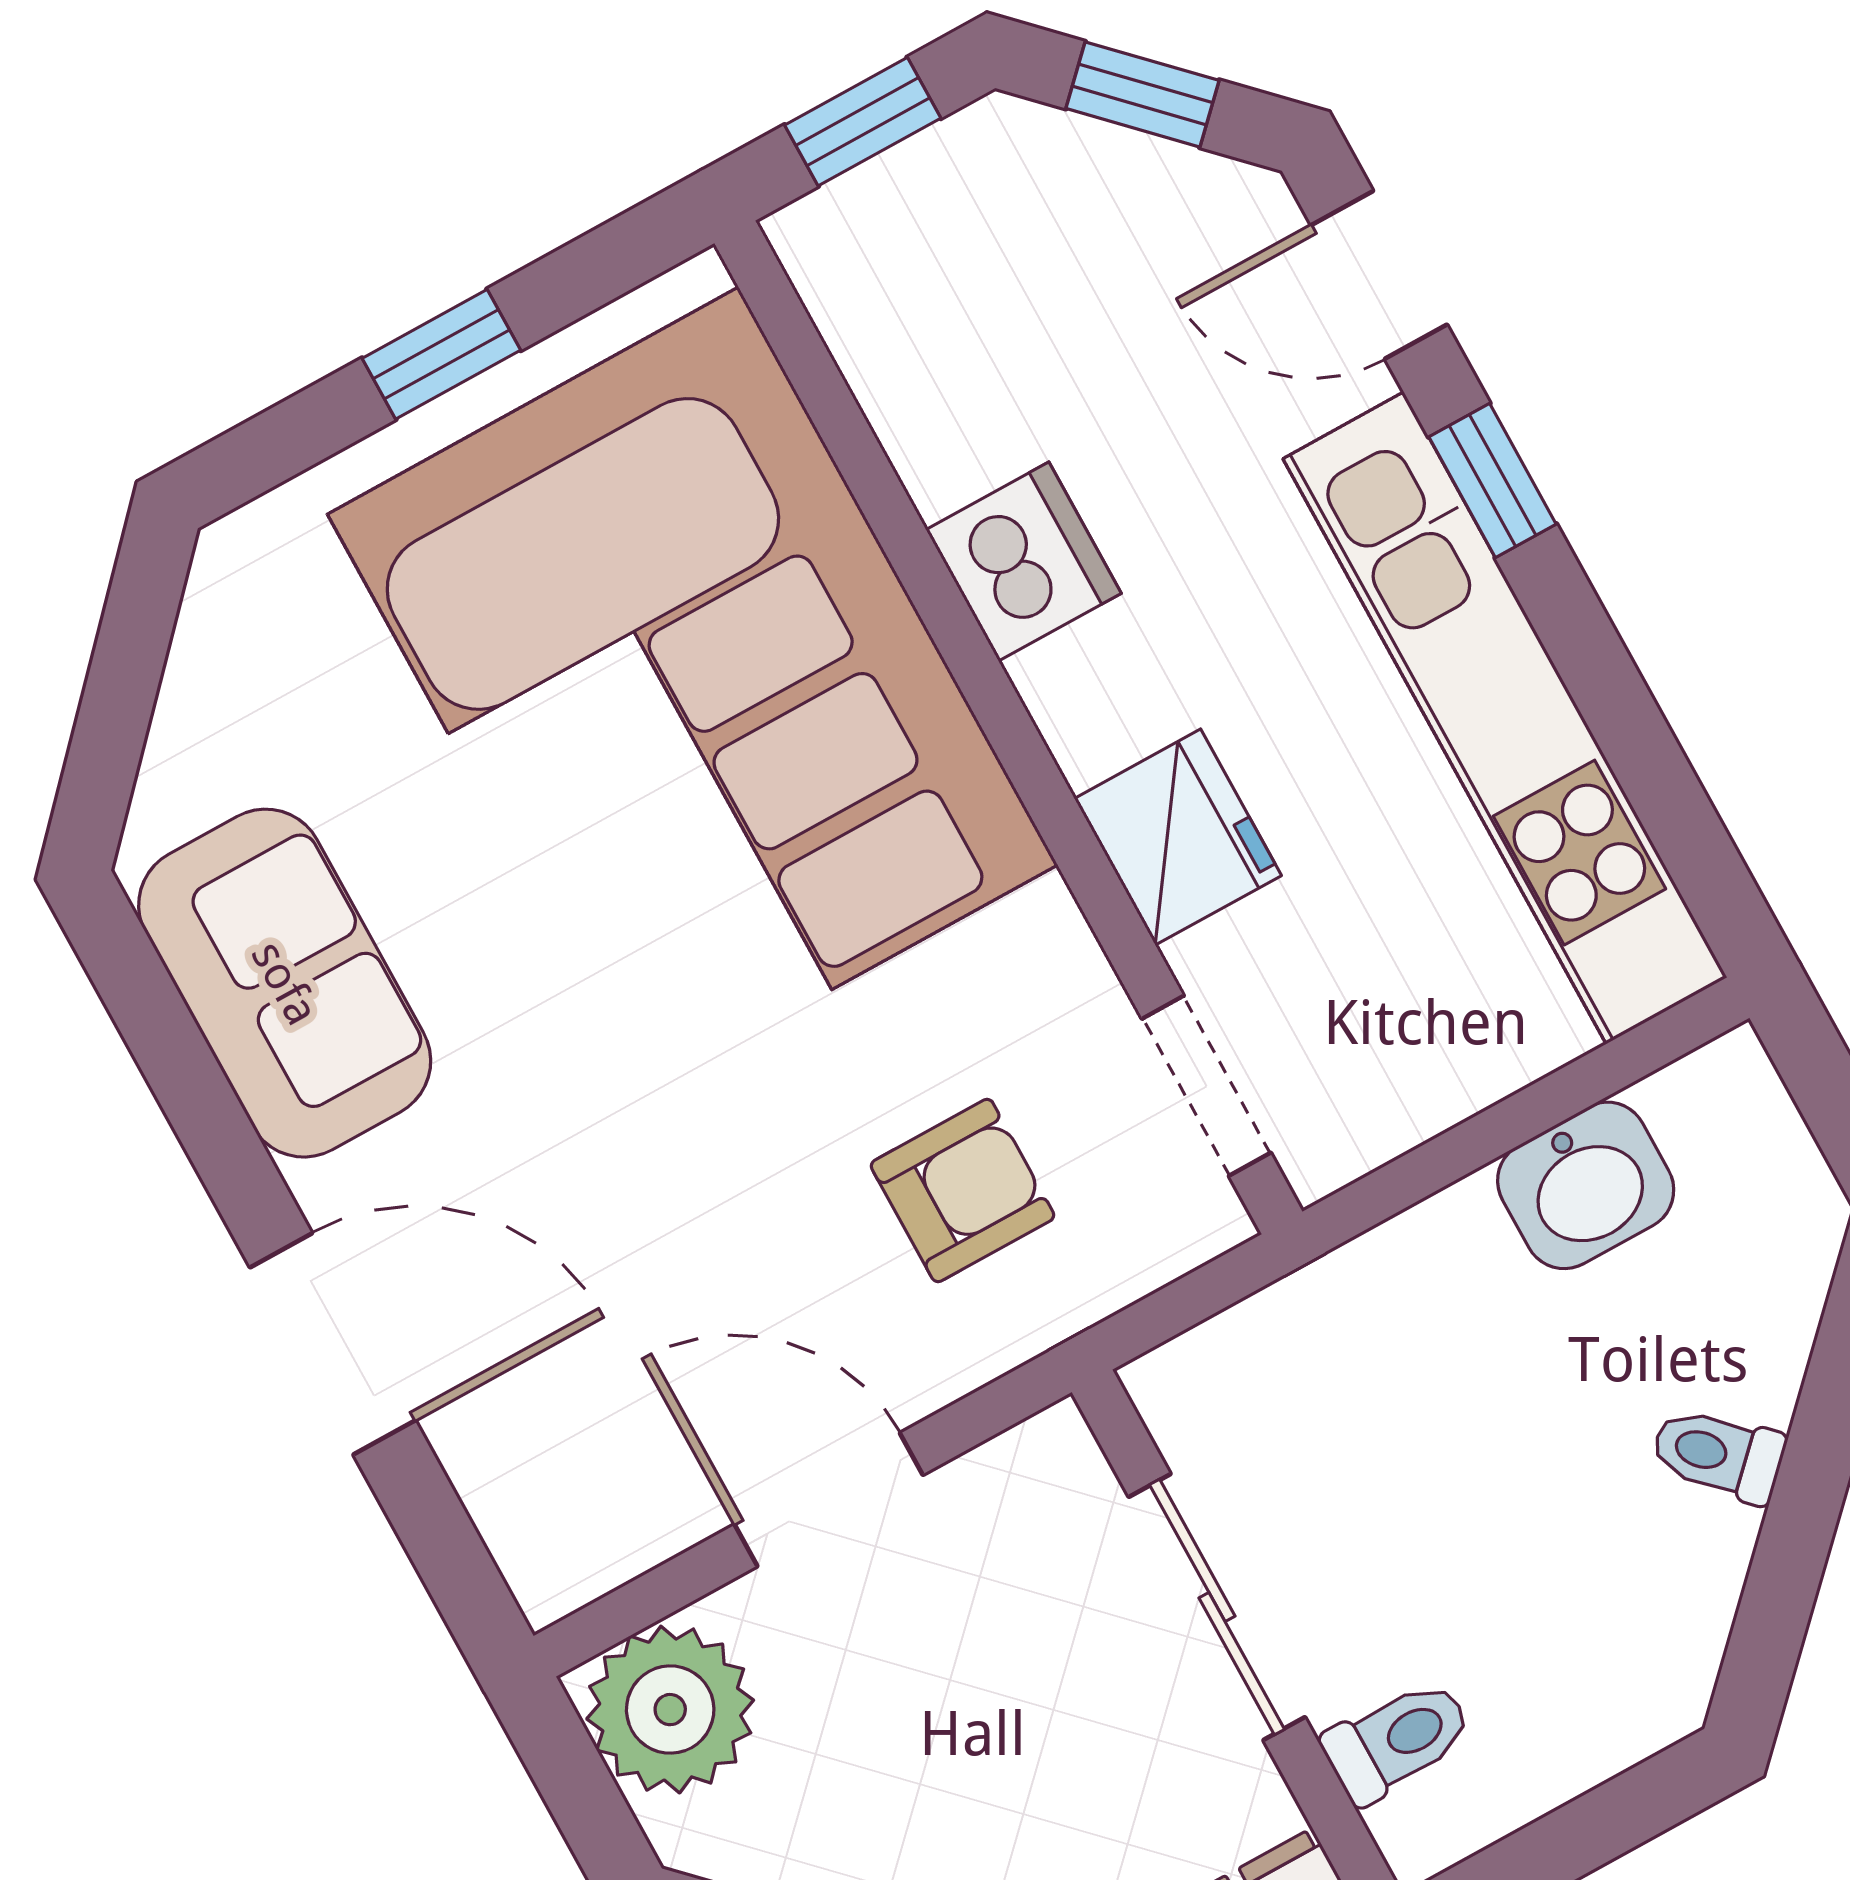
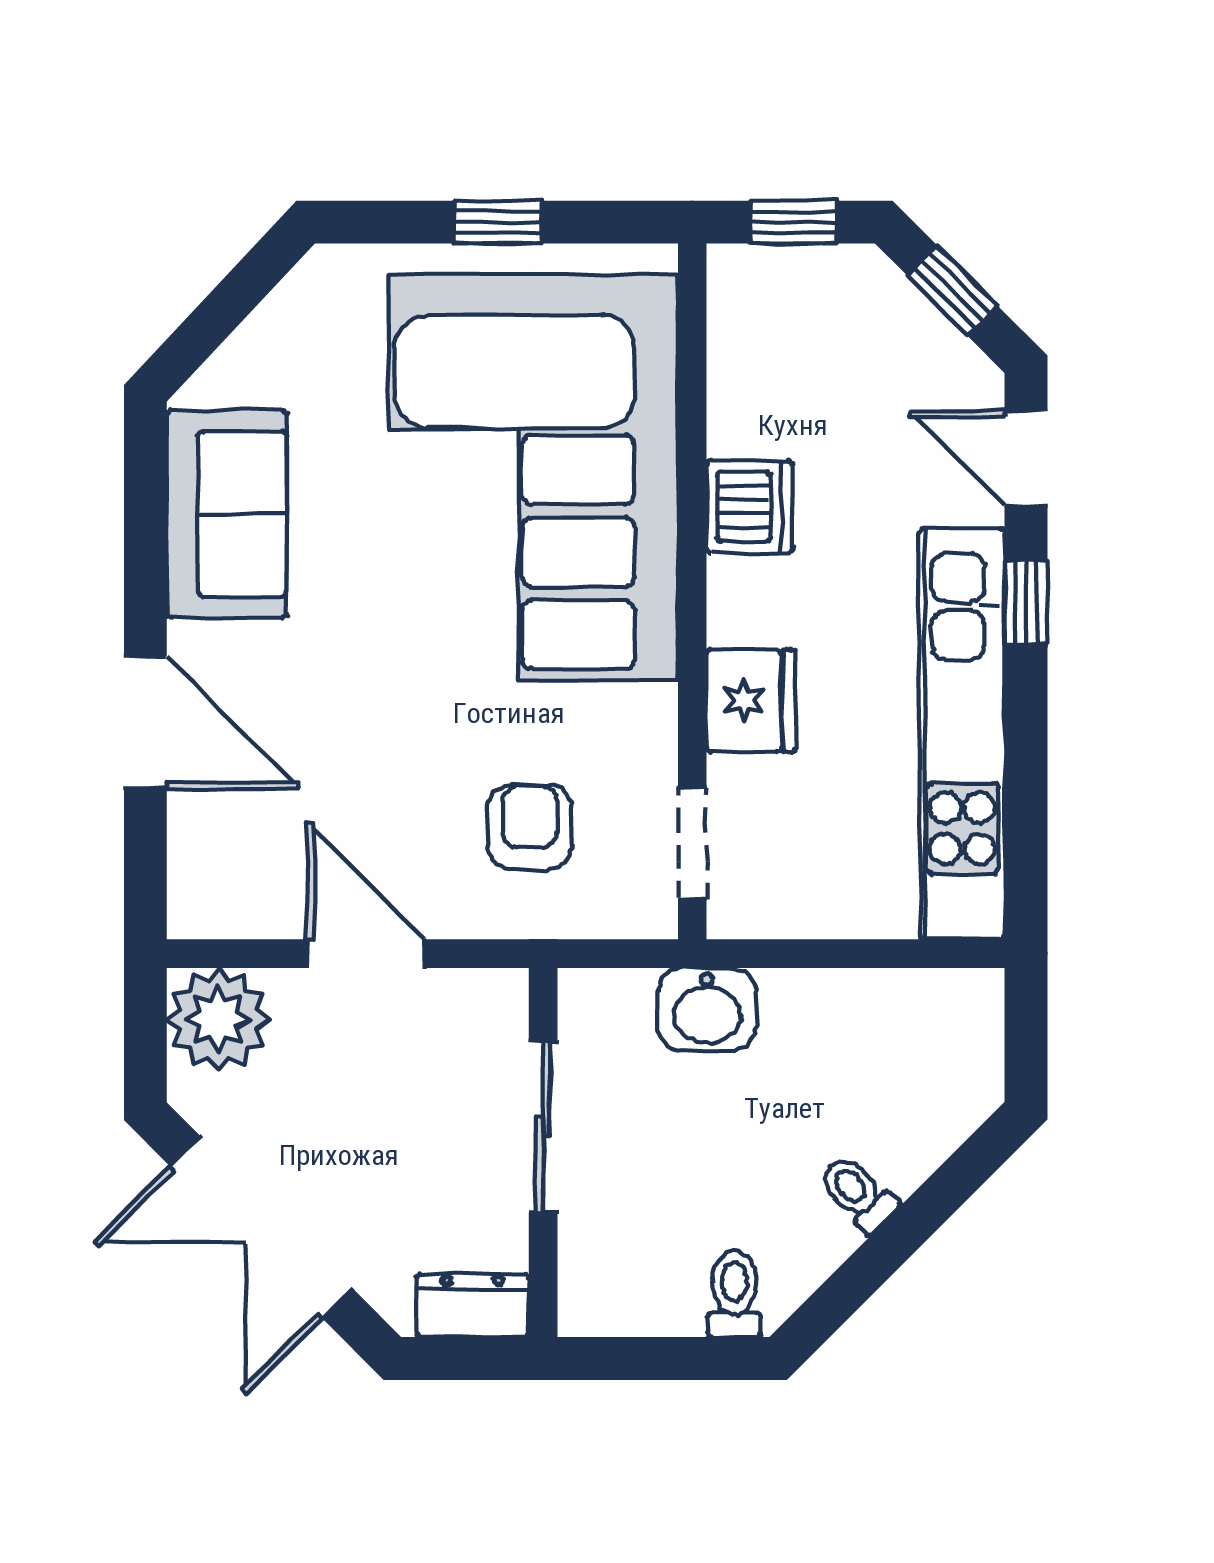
washbasin: (1586, 1185) -> (707, 1009), moved
armchair: (963, 1191) -> (530, 827), turned -90
toilet: (1397, 1740) -> (734, 1294), moved, turned -90

